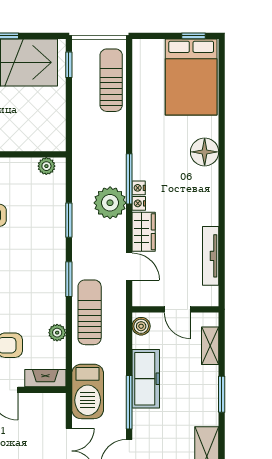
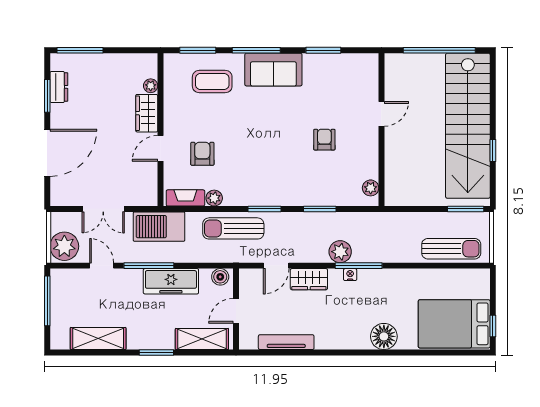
window: (69, 65) -> (466, 209), width x1.50
plant: (110, 203) -> (340, 252), width x0.73, depth x0.73
nightstand: (139, 203) -> (336, 275), removed
sun lounger: (90, 312) -> (233, 228), turned 180
shelving: (210, 346) -> (202, 339), width x1.50, depth x1.33
fireplace: (45, 378) -> (185, 198), moved, turned -90

